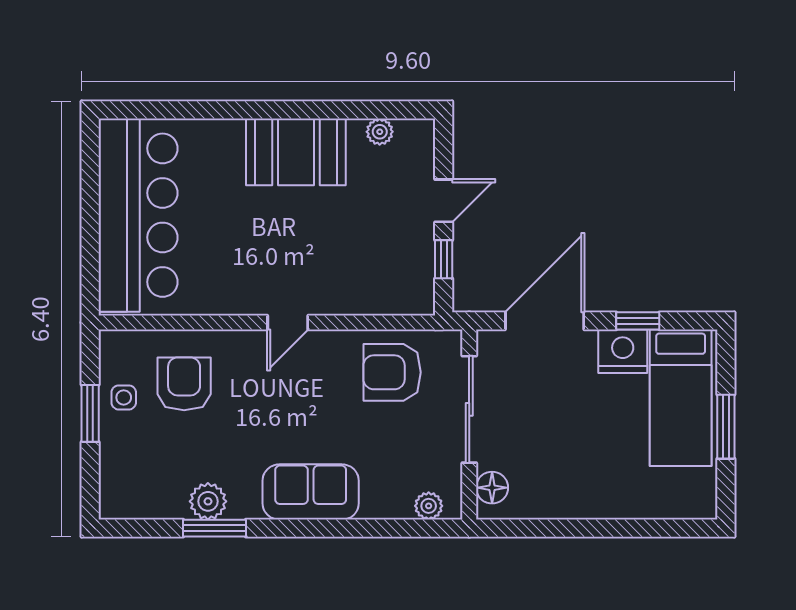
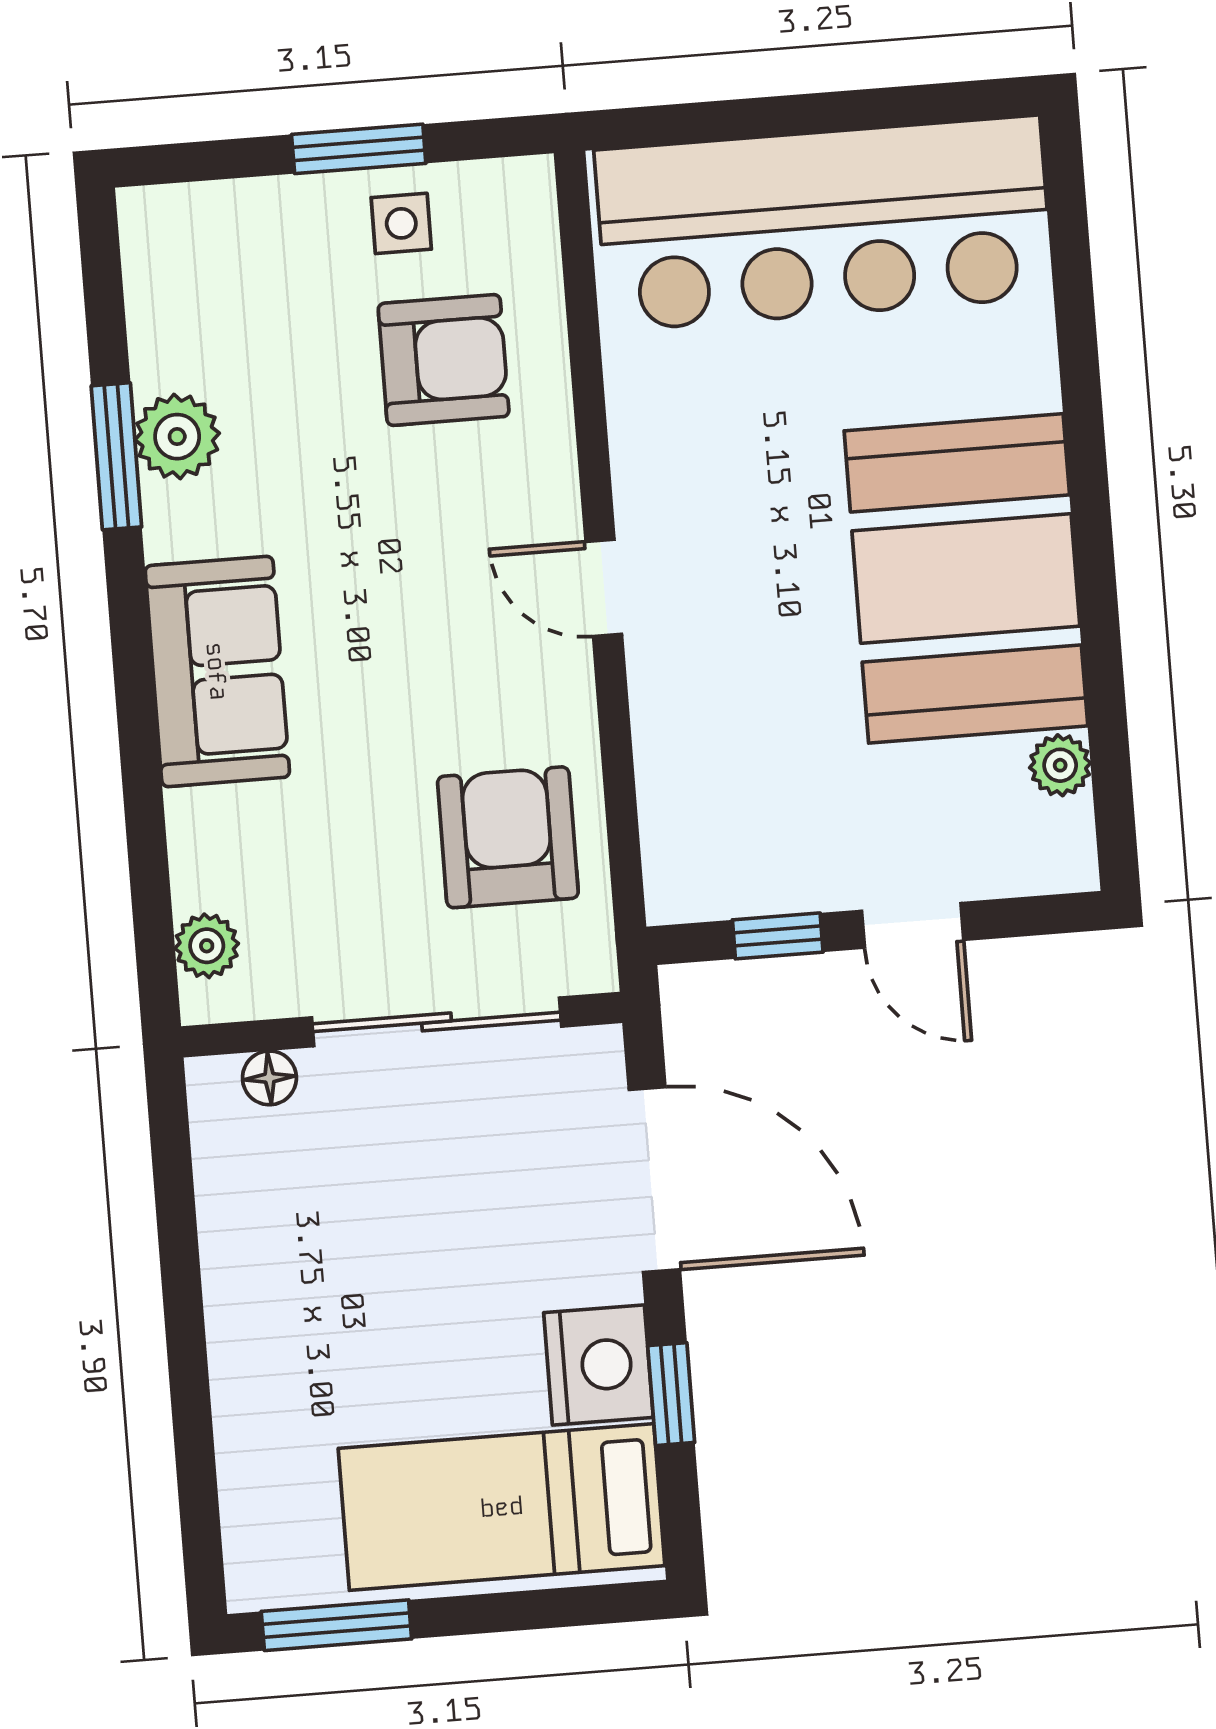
booth: (296, 152) -> (966, 578), width x1.36, depth x1.42
window: (726, 427) -> (336, 1625), moved
floor lamp: (492, 488) -> (269, 1078), width x0.73, depth x0.73

